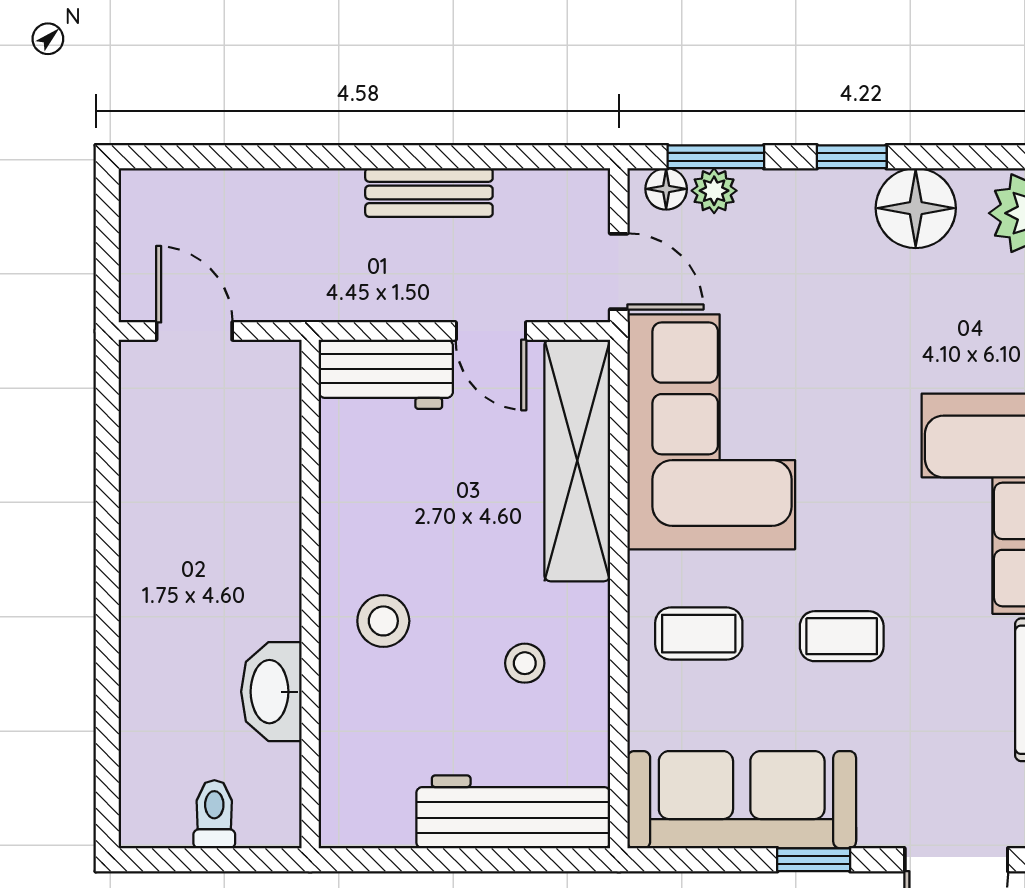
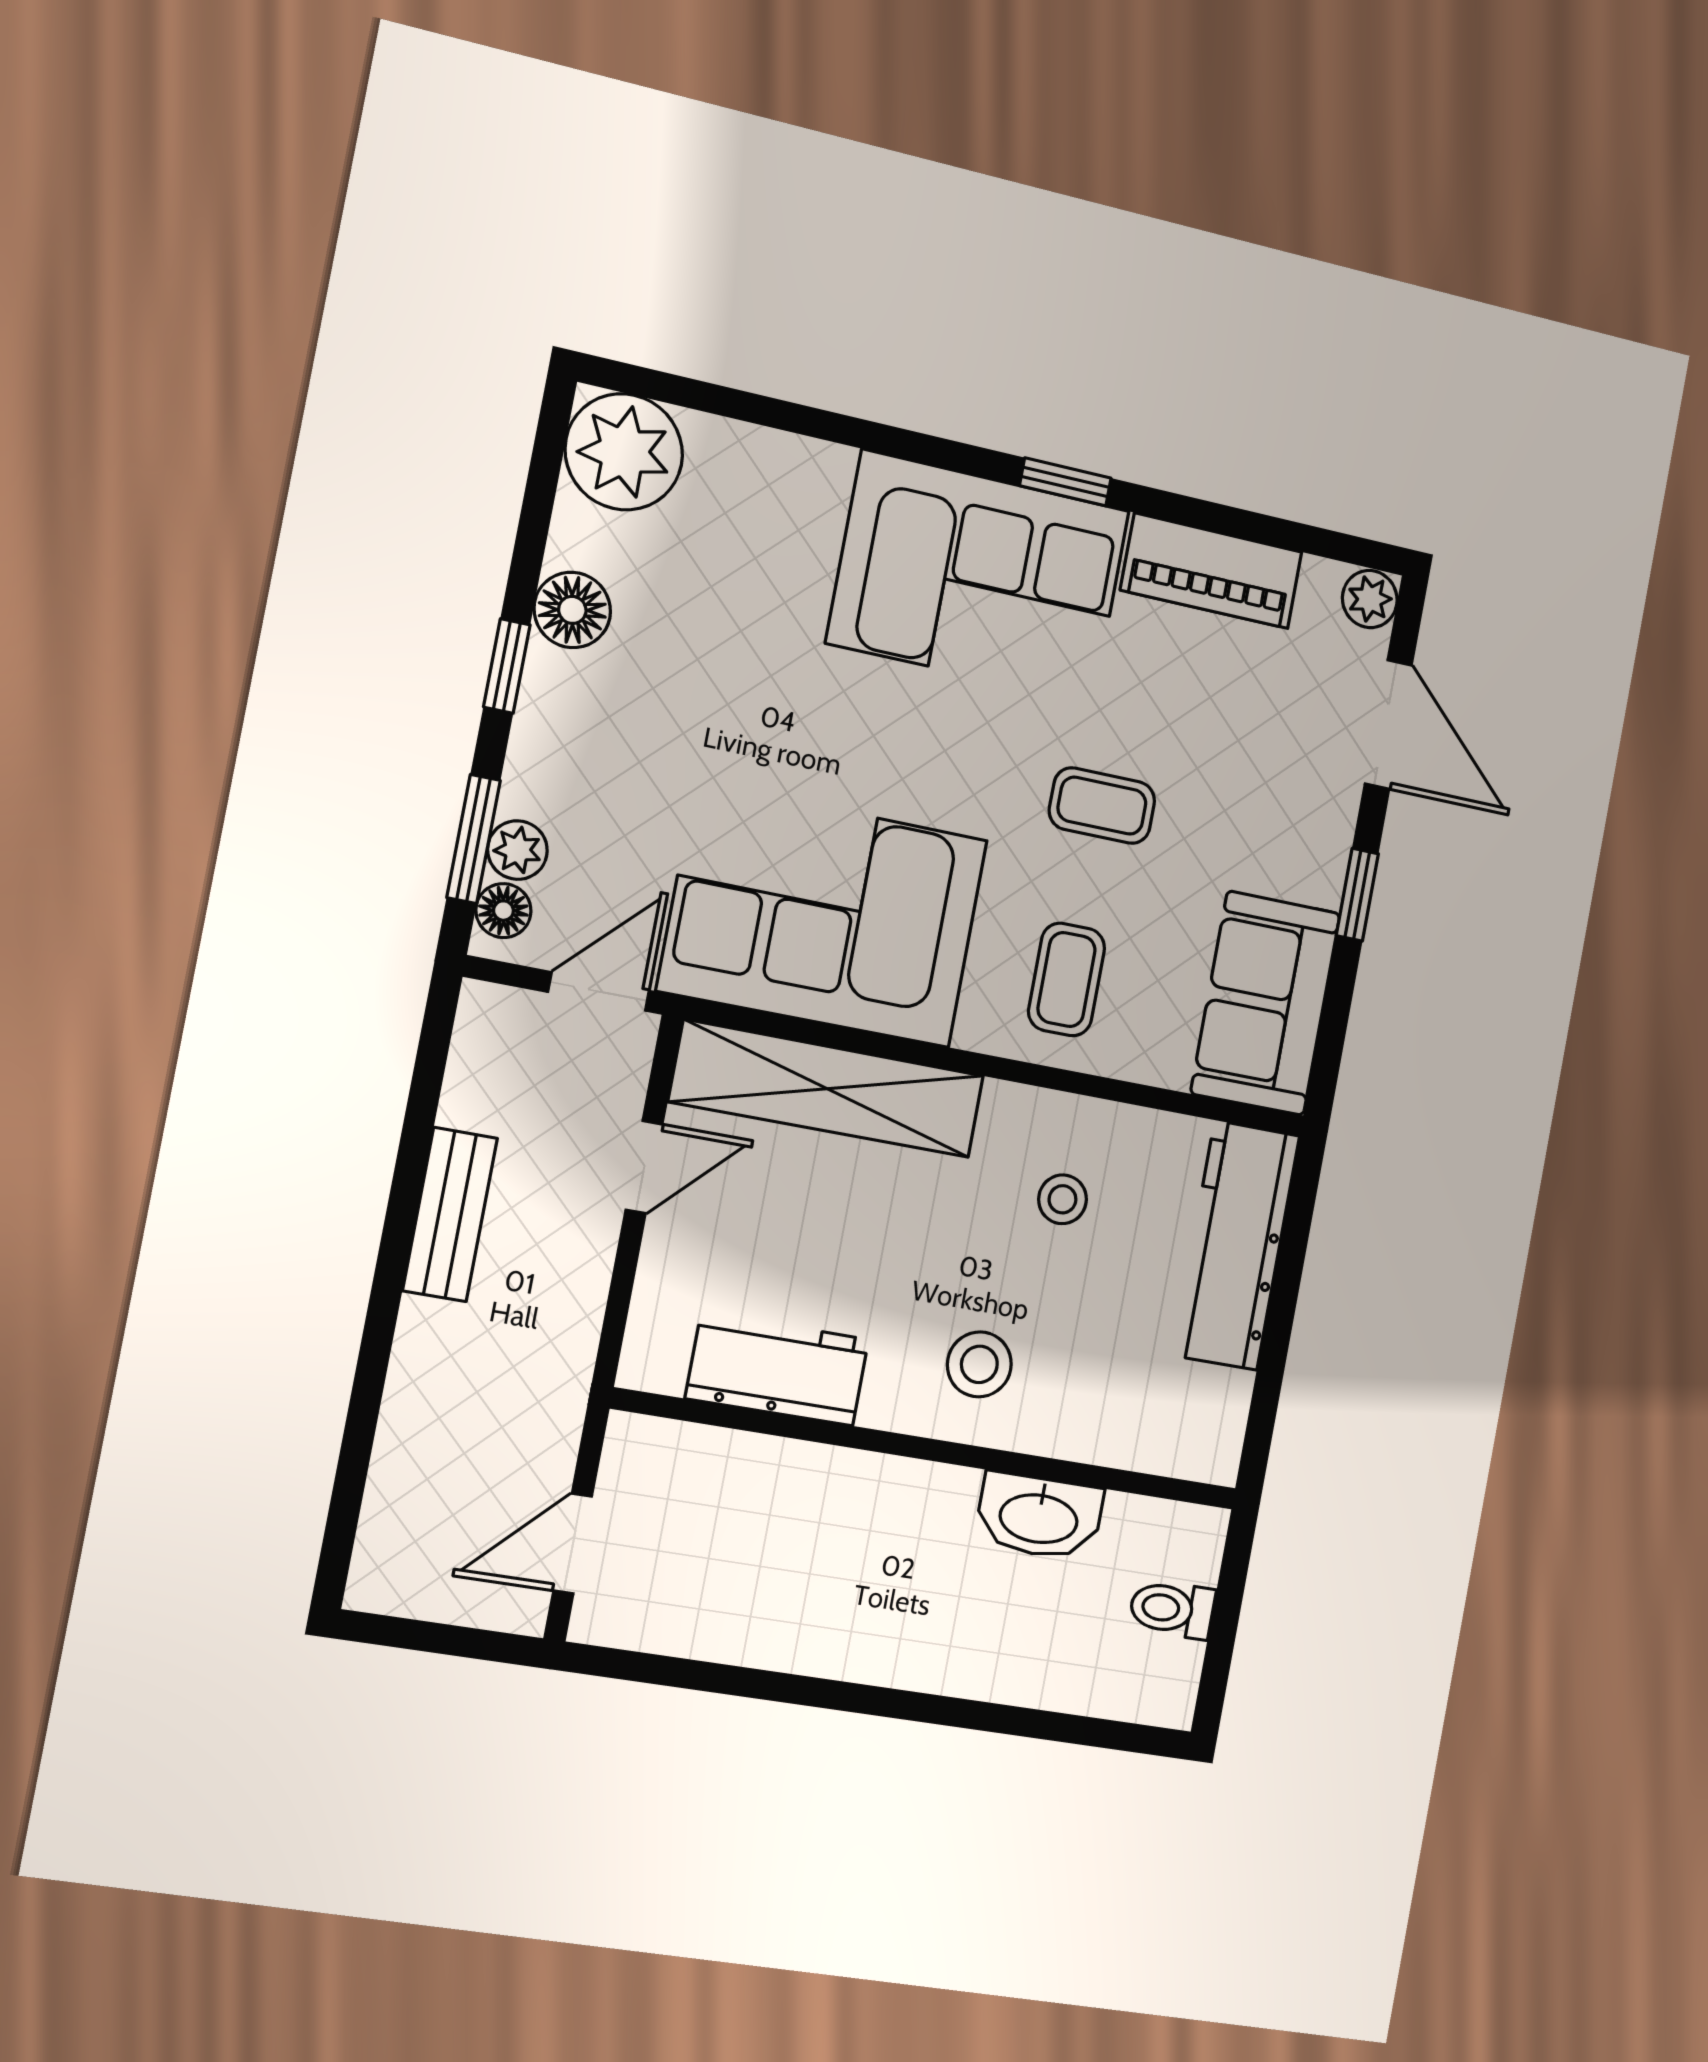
floor lamp: (916, 208) -> (572, 610), width x0.73, depth x0.73
workbench: (386, 374) -> (777, 1369), moved, turned -90
coffee table: (842, 636) -> (1102, 806), turned 90
sofa: (742, 800) -> (1265, 1003), width x0.73

